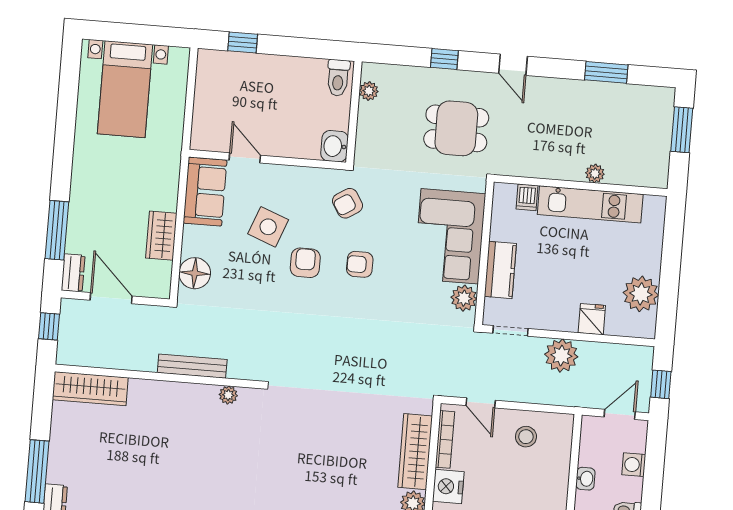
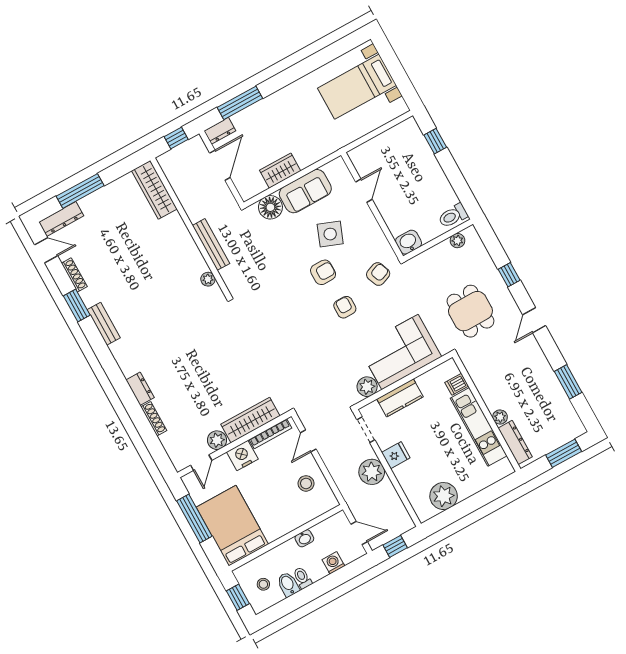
dresser: (634, 175) -> (515, 442), added
sofa: (205, 192) -> (305, 191), moved
armchair: (347, 203) -> (378, 274), turned 102
fridge: (592, 319) -> (396, 455), moved

